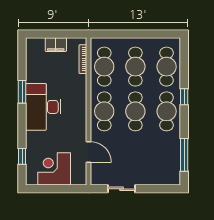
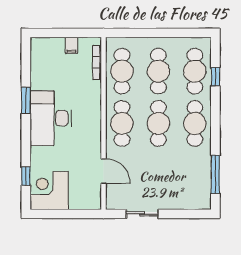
filing cabinet: (56, 45) -> (72, 45), width x0.50
window: (184, 97) -> (215, 77), moved
corner desk: (54, 169) -> (49, 191), moved

